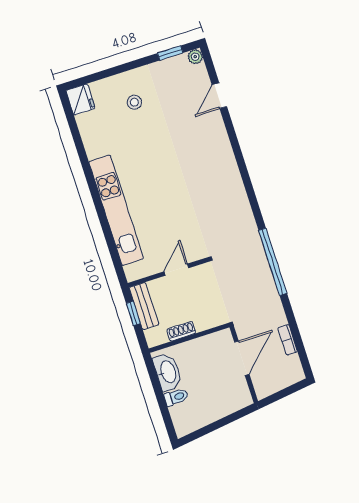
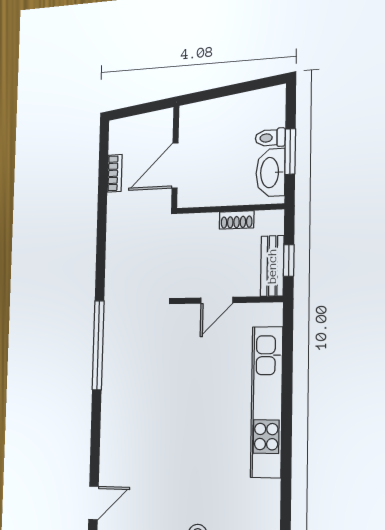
window: (273, 262) -> (98, 345), moved
window: (158, 391) -> (290, 152), added

